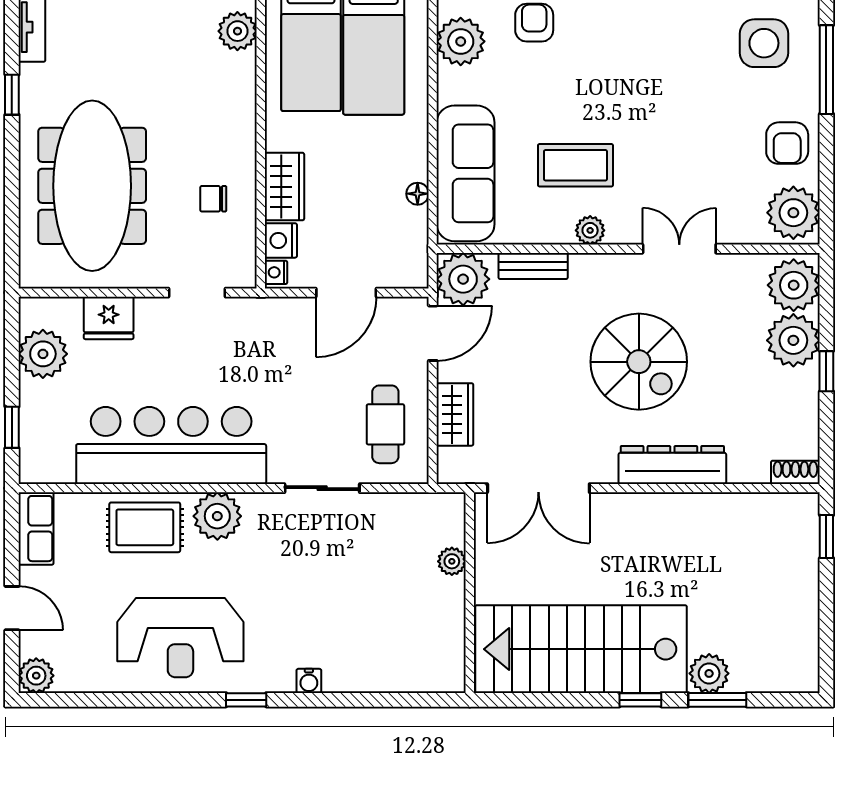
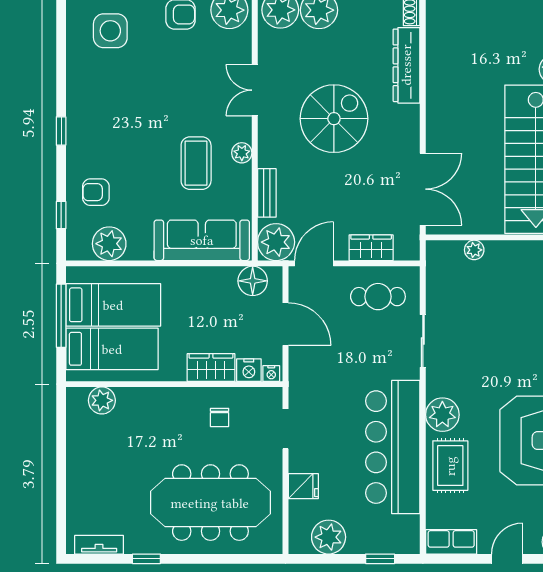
floor lamp: (418, 194) -> (253, 281), moved, width x1.89, depth x1.89
fridge: (109, 318) -> (303, 486), width x0.72
door: (433, 333) -> (314, 263), hinge flipped
dresser: (672, 465) -> (406, 65), moved

